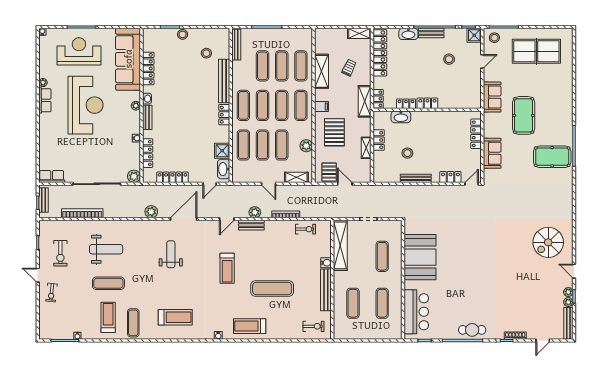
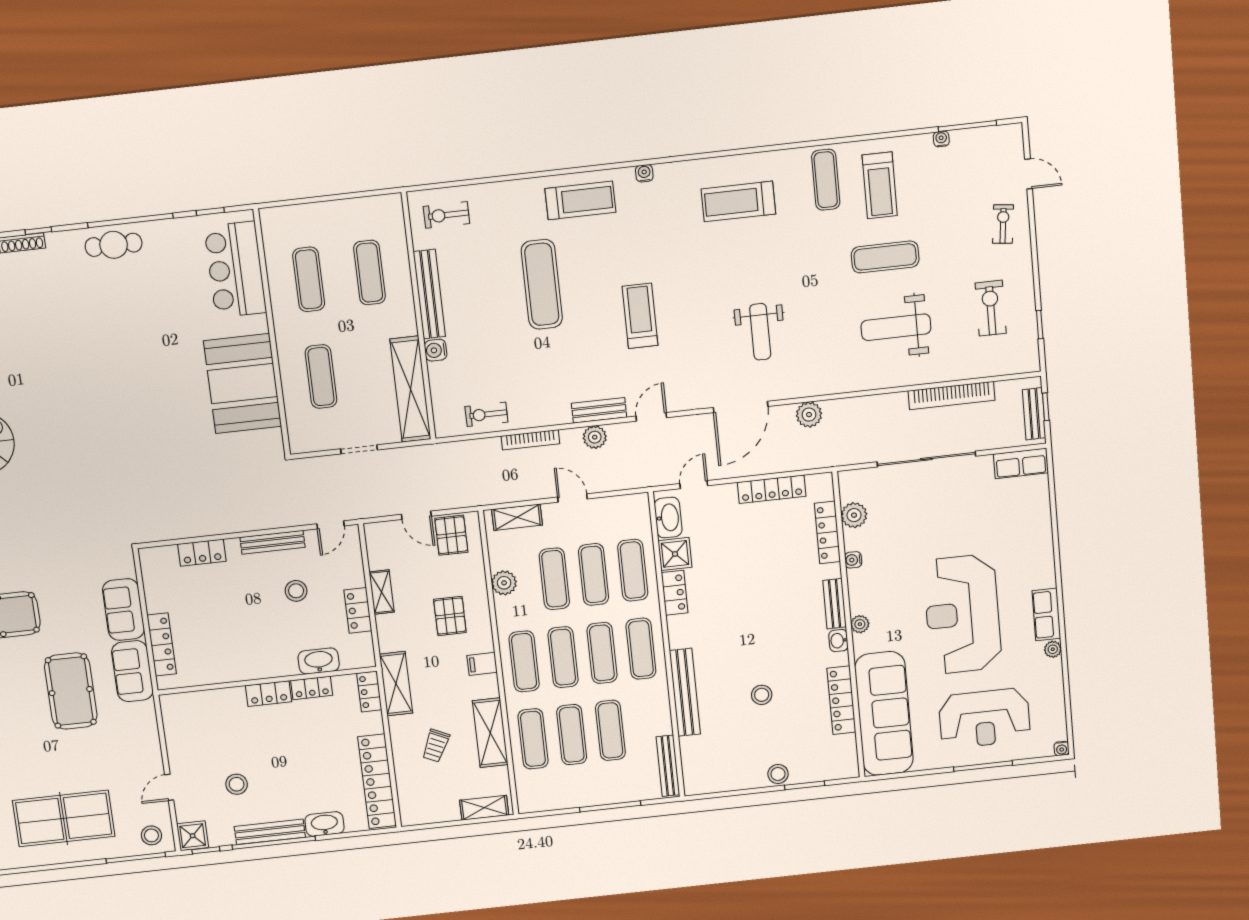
shelving: (359, 33) -> (484, 808), moved
bench: (431, 33) -> (270, 832), width x1.36
stool: (206, 53) -> (762, 695), moved
sofa: (492, 97) -> (132, 671), moved
locker: (224, 115) -> (675, 593), moved
pallet: (334, 132) -> (450, 616), width x0.67, depth x0.71
plant: (134, 176) -> (854, 515), moved
door: (472, 184) -> (330, 525), moved
door: (38, 275) -> (1029, 174), moved
exercise mat: (272, 289) -> (542, 284), turned 90

